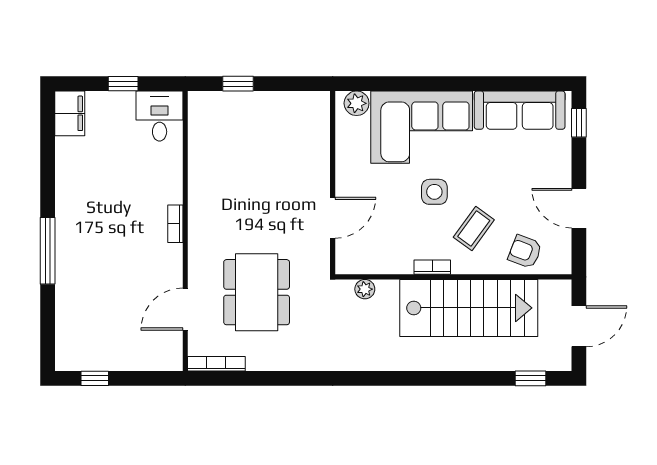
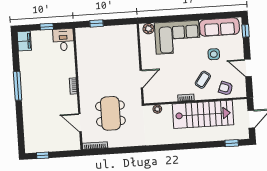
side table: (434, 192) -> (214, 54), moved
window: (48, 251) -> (18, 86), moved
door: (185, 309) -> (80, 123), hinge flipped

